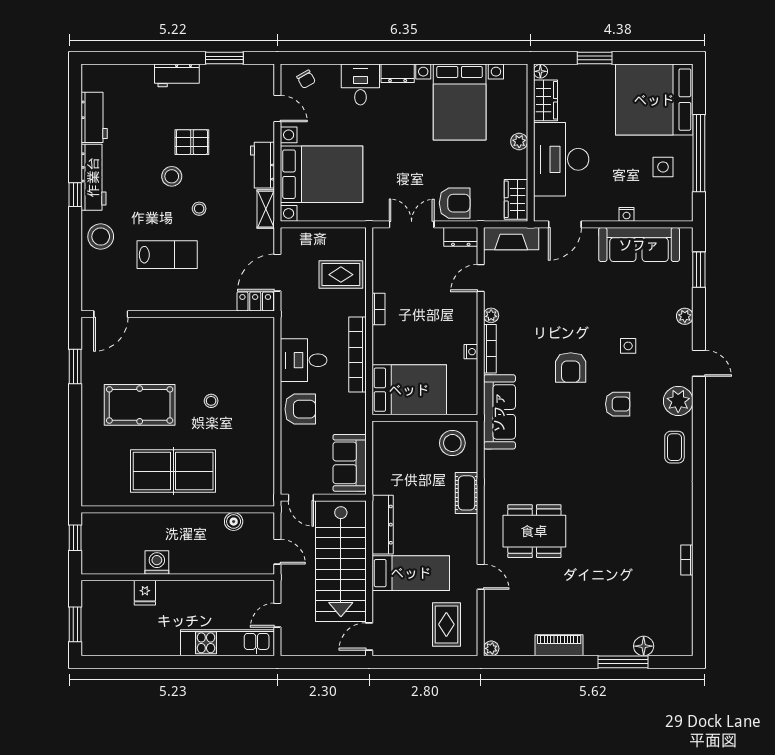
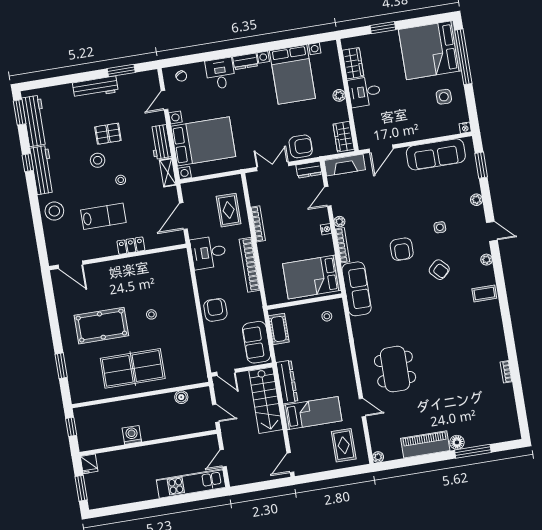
floor lamp: (540, 71) -> (346, 43), removed
workbench: (177, 75) -> (95, 87), width x1.37
window: (75, 93) -> (20, 112), added
door: (277, 109) -> (164, 100), swing flipped
workbench: (94, 117) -> (35, 121), width x1.37
window: (699, 153) -> (463, 57), moved
desk: (561, 159) -> (364, 92), width x0.53, depth x0.77
window: (75, 195) -> (28, 163), moved
nightstand: (627, 214) -> (465, 128), moved
rug: (341, 275) -> (229, 210), turned 90
locker: (255, 301) -> (131, 246), moved
bookcase: (378, 309) -> (258, 224), width x1.56
door: (111, 314) -> (70, 265), hinge flipped
nightstand: (471, 352) -> (326, 229), moved
desk: (304, 360) -> (208, 252), moved
window: (75, 366) -> (61, 366), moved
bed: (409, 390) -> (312, 277), moved, turned 180
plant: (678, 401) -> (487, 260), width x0.53, depth x0.53
armchair: (618, 404) -> (439, 270), turned 47
armchair: (300, 409) -> (215, 310), turned -90
stool: (452, 443) -> (327, 316), width x0.53, depth x0.53
coffee table: (674, 447) -> (484, 293), turned 90
cot: (467, 493) -> (279, 329), moved
dining table: (534, 531) -> (395, 369), turned 90
stairs: (341, 561) -> (266, 400), width x0.73, depth x0.66
fridge: (145, 593) -> (89, 464), moved
piano: (559, 645) -> (425, 444), width x1.37, depth x1.33
floor lamp: (644, 646) -> (457, 442), moved

